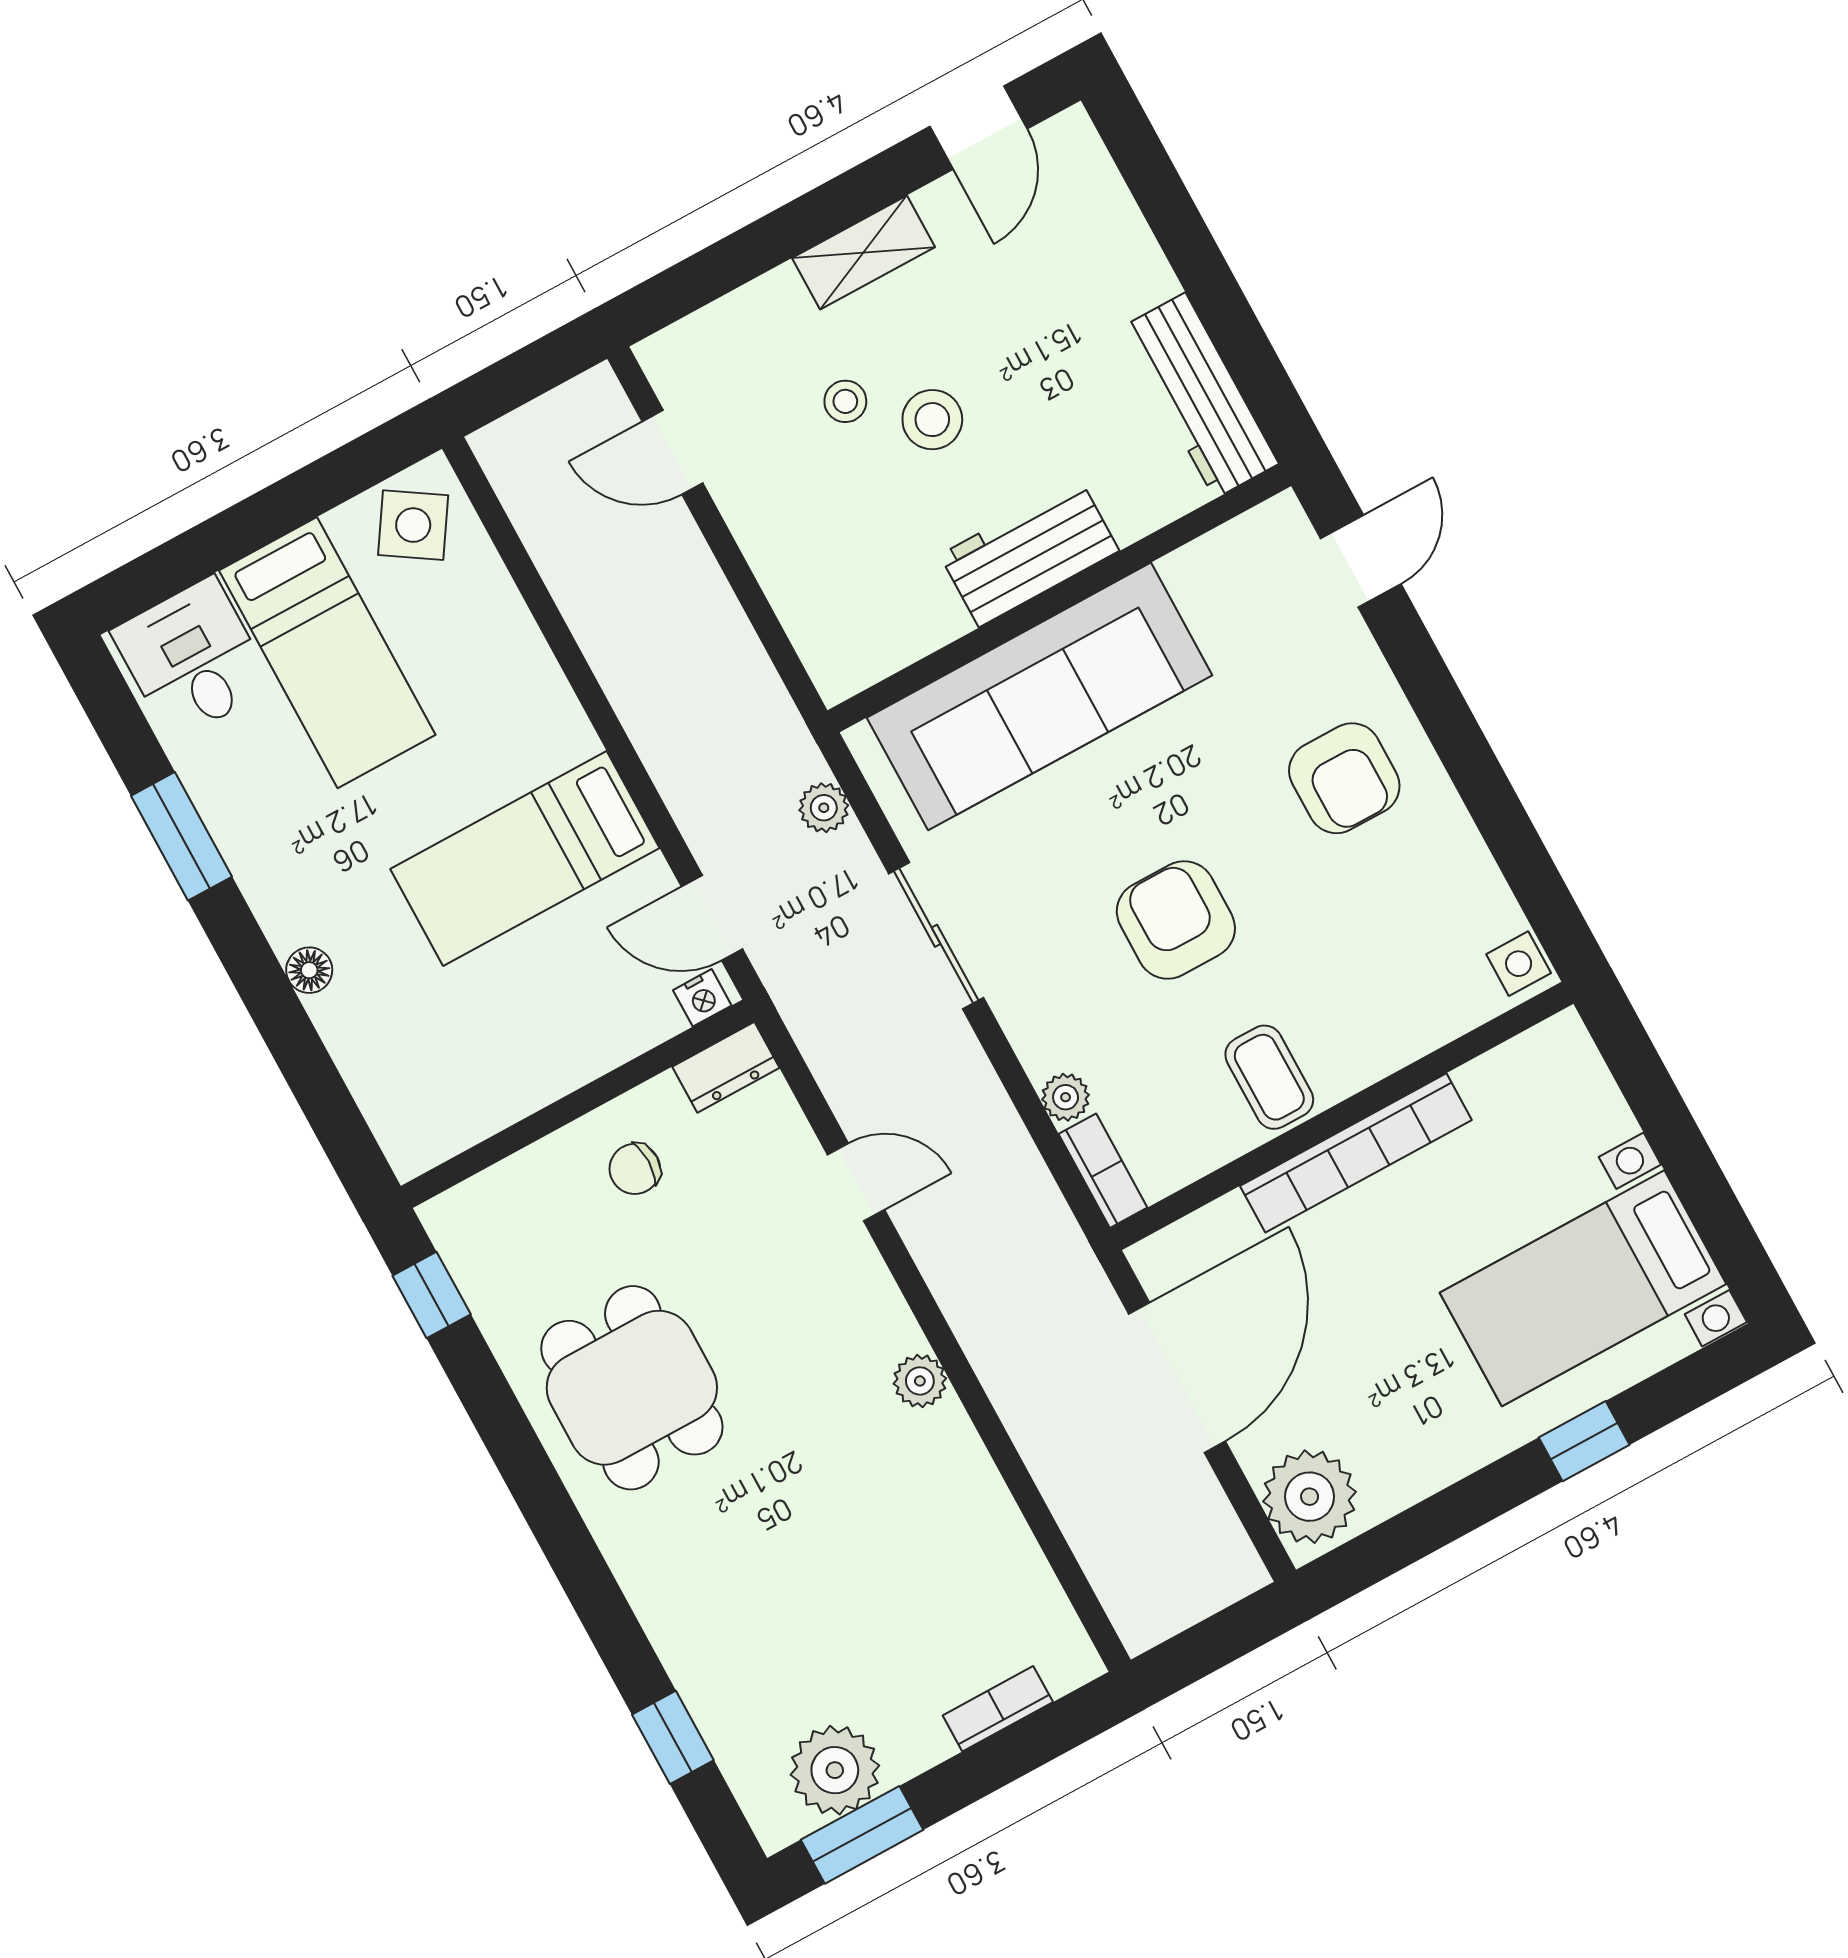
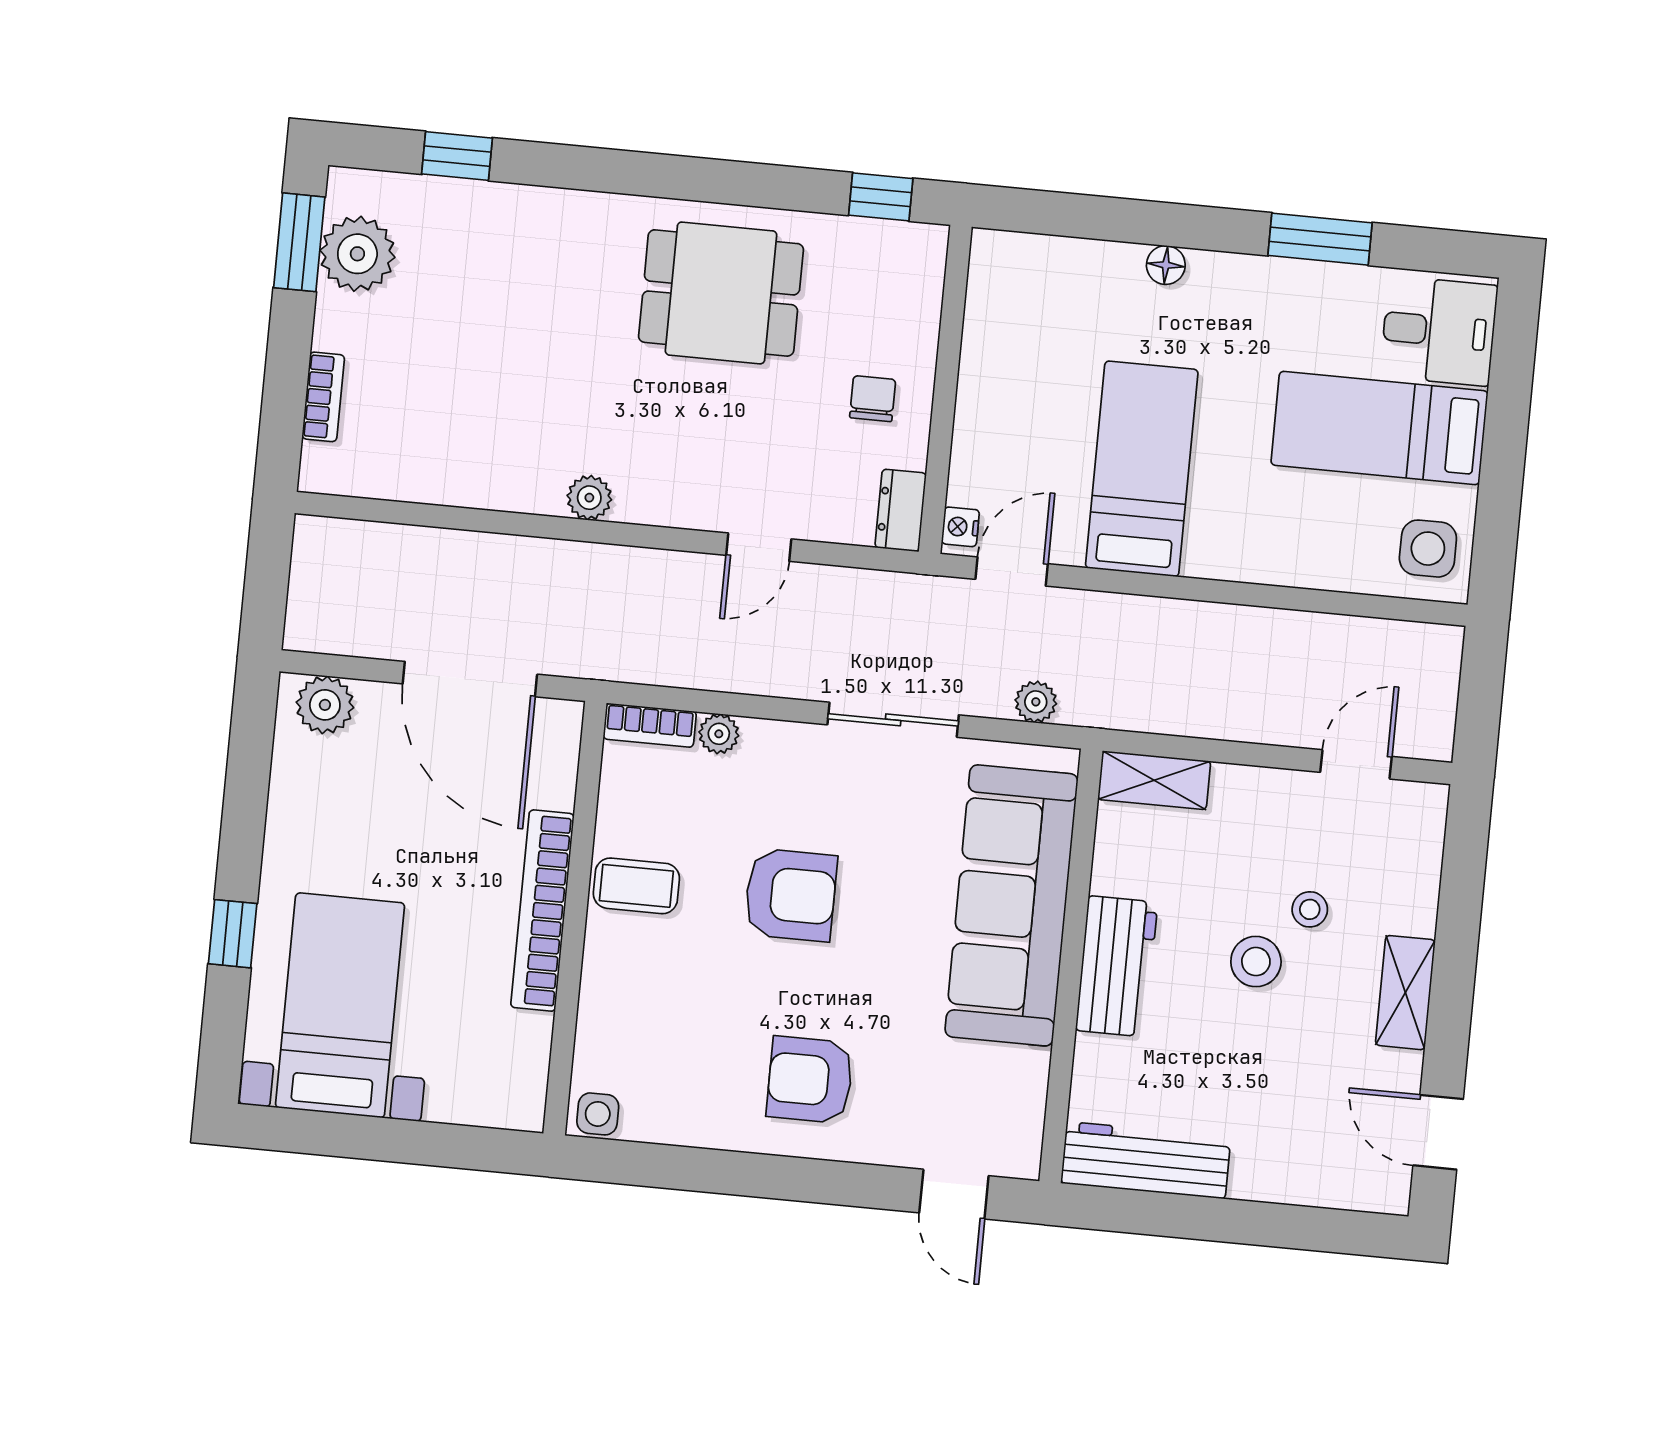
side table: (413, 525) -> (1428, 549), turned -33
shelving: (822, 640) -> (1154, 780), added
plant: (1310, 1497) -> (325, 705), width x0.73, depth x0.73

